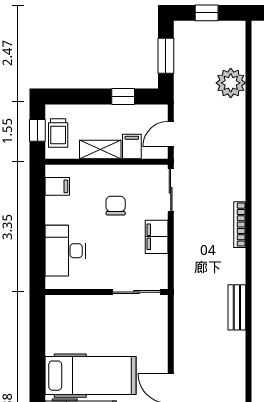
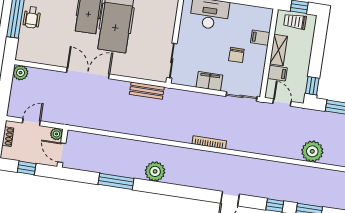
window: (123, 97) -> (312, 86), moved
filing cabinet: (57, 186) -> (260, 38), moved, turned 90
chair: (116, 206) -> (236, 55), turned 90
bench: (237, 307) -> (147, 91), moved

